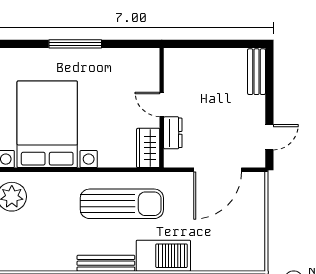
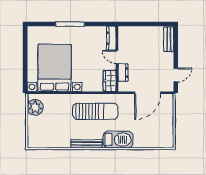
dresser: (151, 70) -> (111, 38), added

